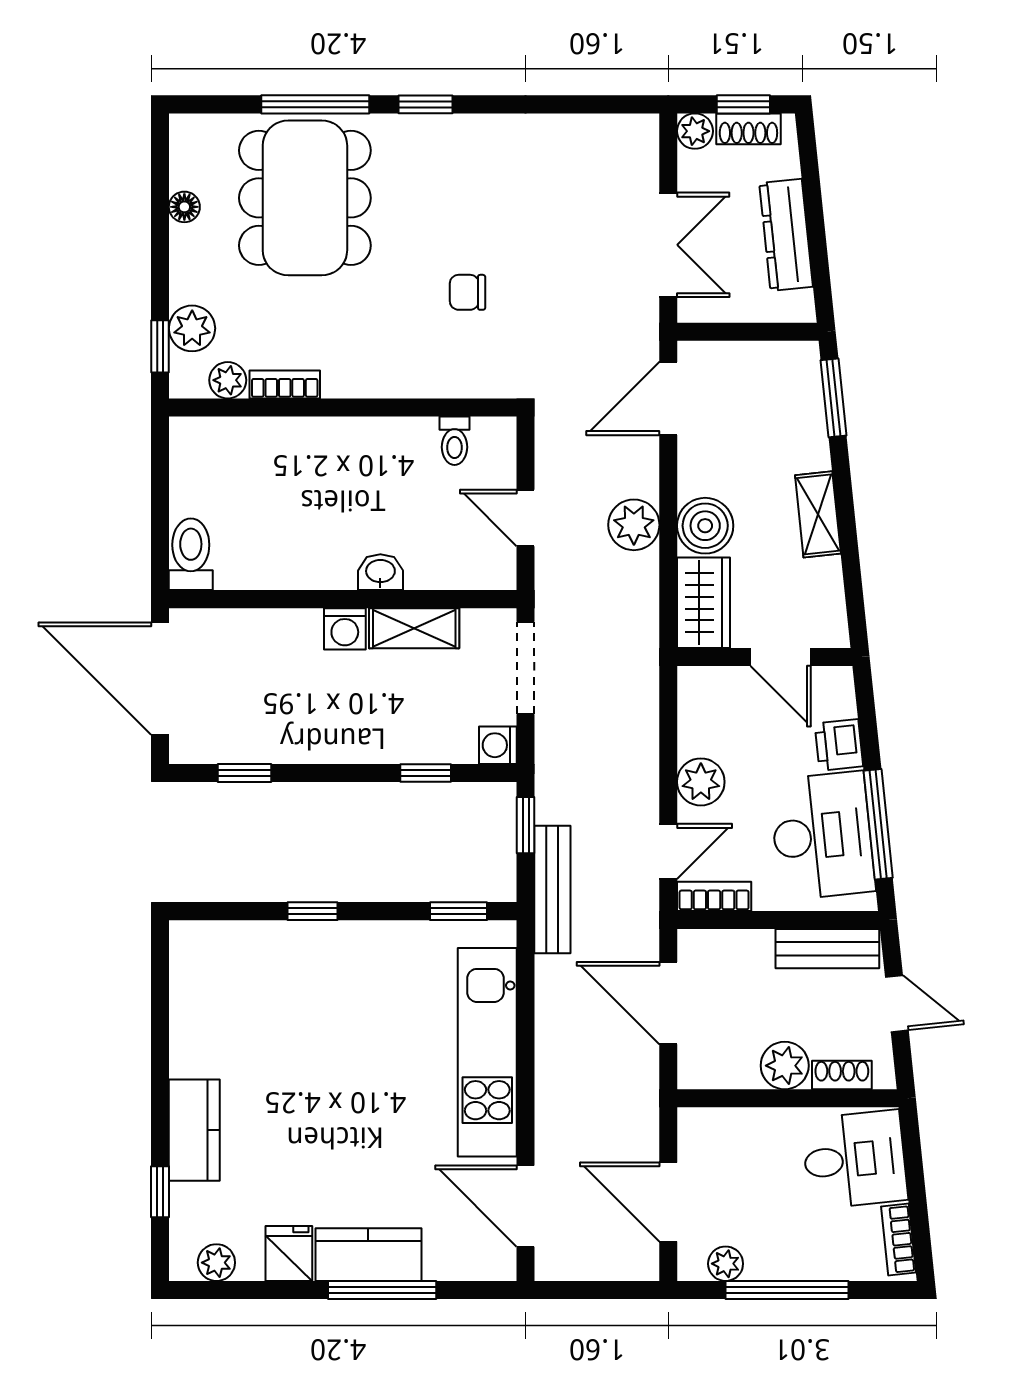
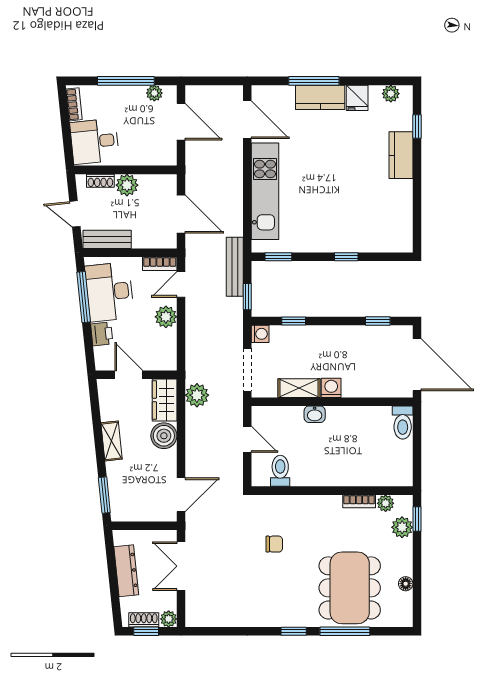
toilet: (455, 441) -> (280, 471), width x1.37, depth x1.39
plant: (634, 525) -> (197, 395), moved

